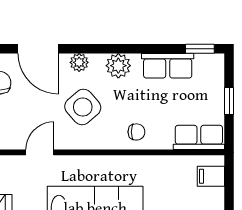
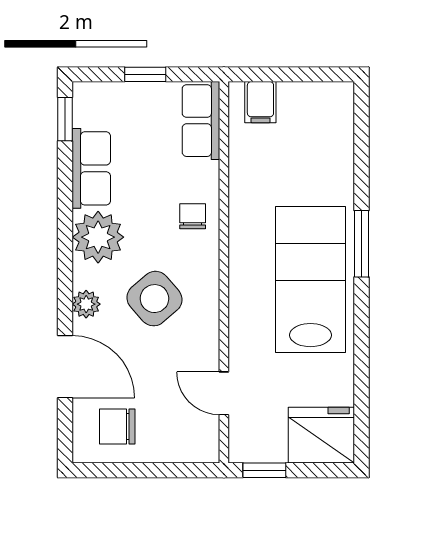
door: (38, 49) -> (65, 367), hinge flipped
plant: (118, 66) -> (98, 237), width x1.36, depth x1.36
door: (40, 152) -> (224, 393), moved

